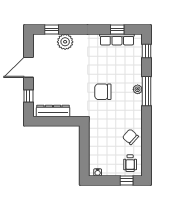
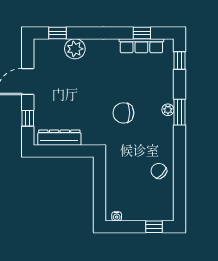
window: (147, 91) -> (179, 112), width x0.69
wheelchair: (130, 163) -> (158, 205), removed

